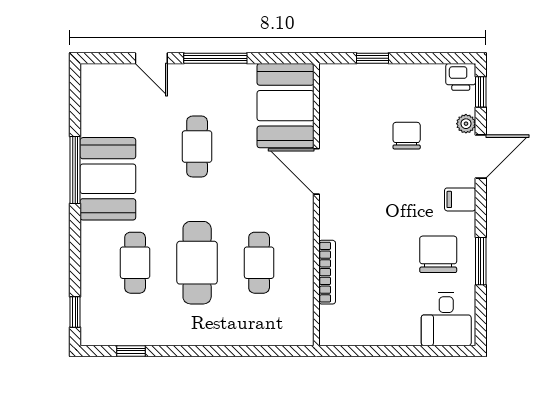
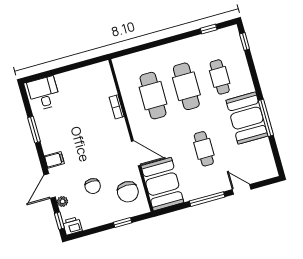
chair: (438, 254) -> (128, 192), moved
cafe table: (259, 263) -> (153, 96), width x1.37, depth x1.35
bookcase: (327, 272) -> (117, 107), width x0.64

